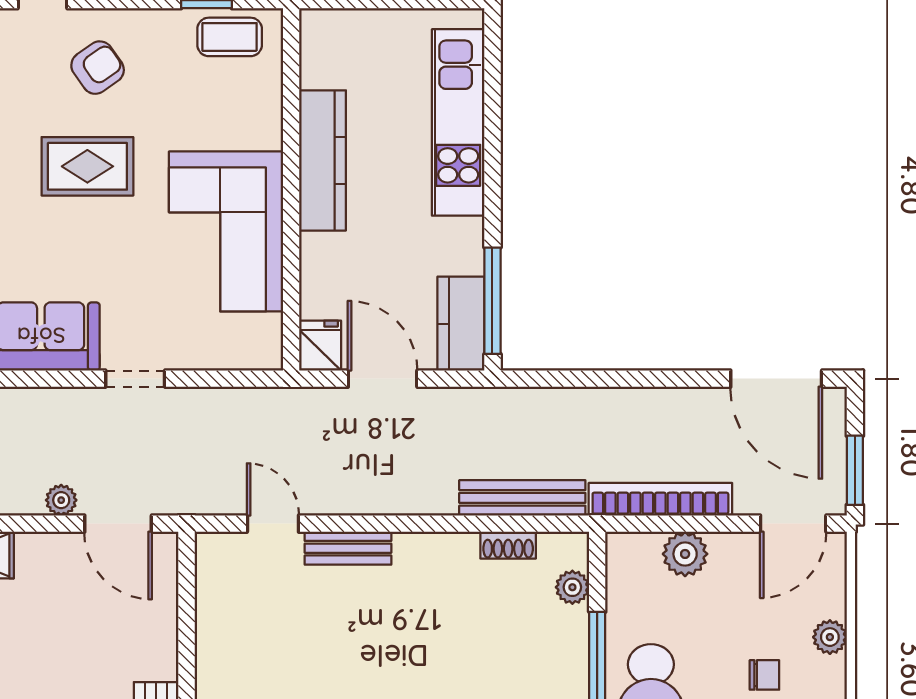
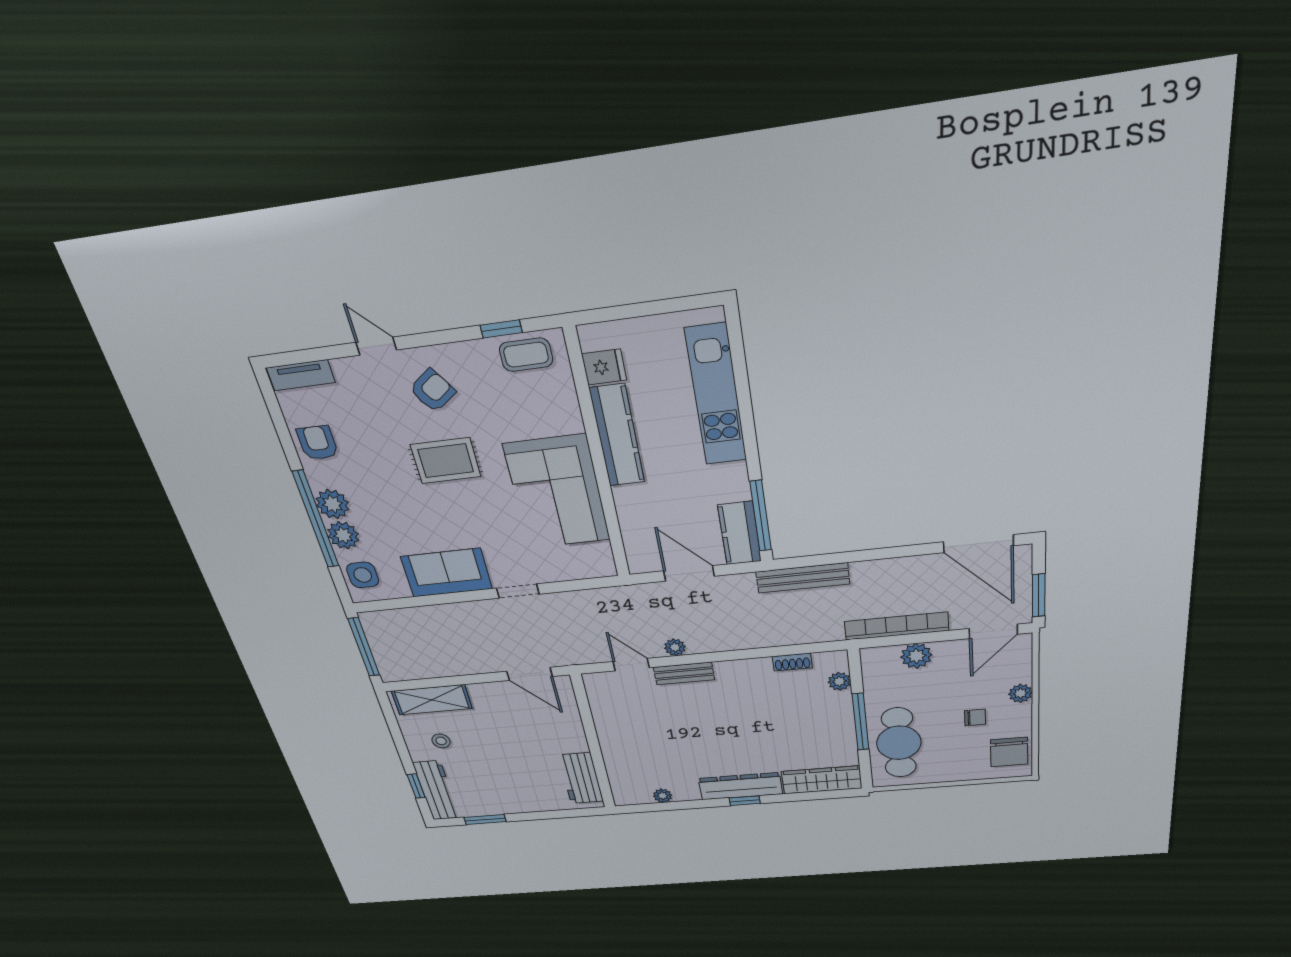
fridge: (320, 346) -> (604, 367), moved, turned 90
bench: (522, 498) -> (803, 578), moved
plant: (61, 500) -> (675, 647), moved

